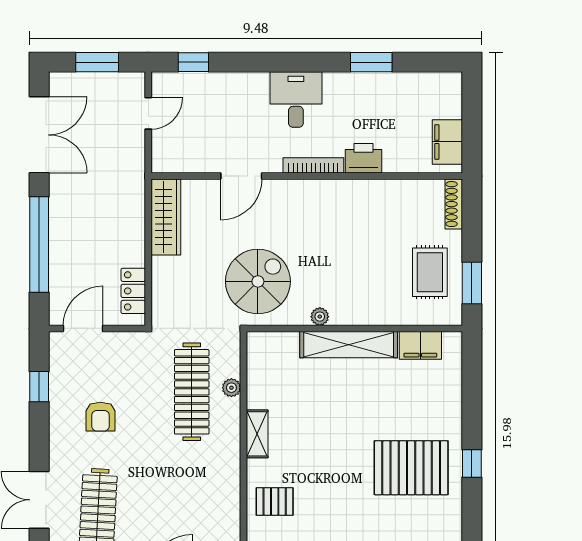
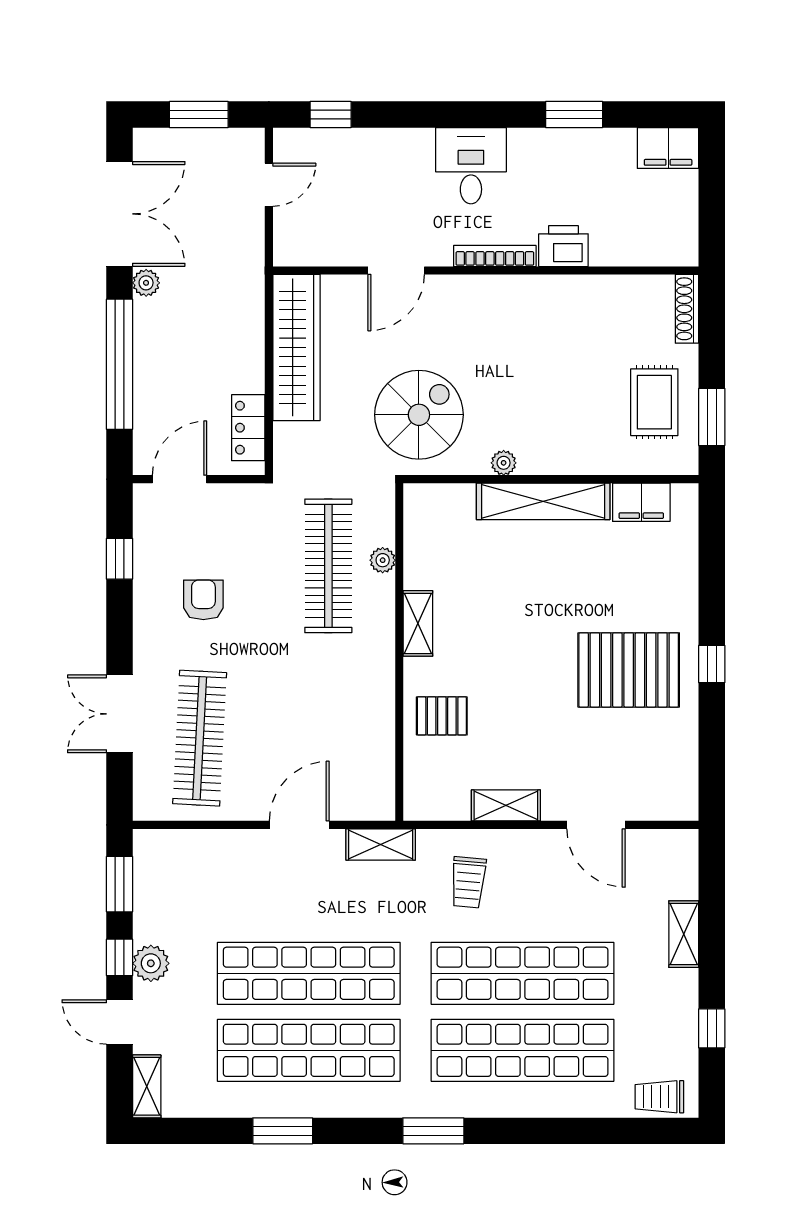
filing cabinet: (447, 142) -> (668, 148), moved, turned -90
plant: (59, 185) -> (146, 283), added
wardrobe: (166, 217) -> (296, 347), width x1.40, depth x1.17
armchair: (100, 417) -> (203, 600), turned 180

